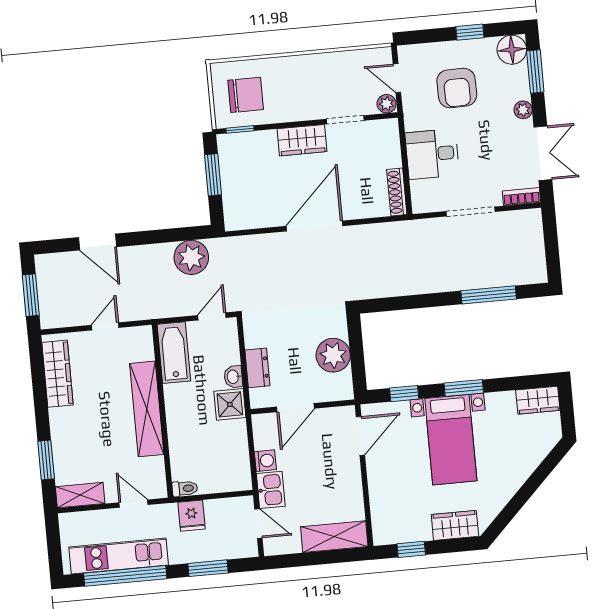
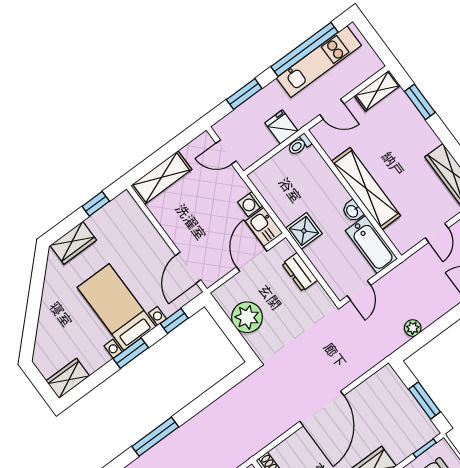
plant: (191, 257) -> (413, 328), width x0.53, depth x0.53
washbasin: (233, 377) -> (352, 211), moved, turned 180
kitchen sink: (271, 490) -> (264, 227), moved

